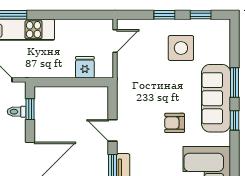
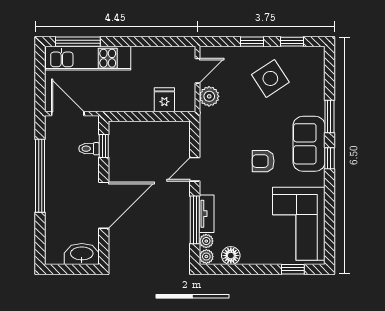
side table: (181, 48) -> (270, 78), turned -33
plant: (126, 64) -> (209, 96), added
sofa: (216, 98) -> (309, 144), width x0.73
door: (112, 130) -> (195, 169), hinge flipped

